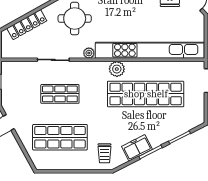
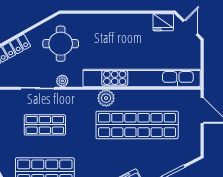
plant: (89, 53) -> (62, 81), moved

